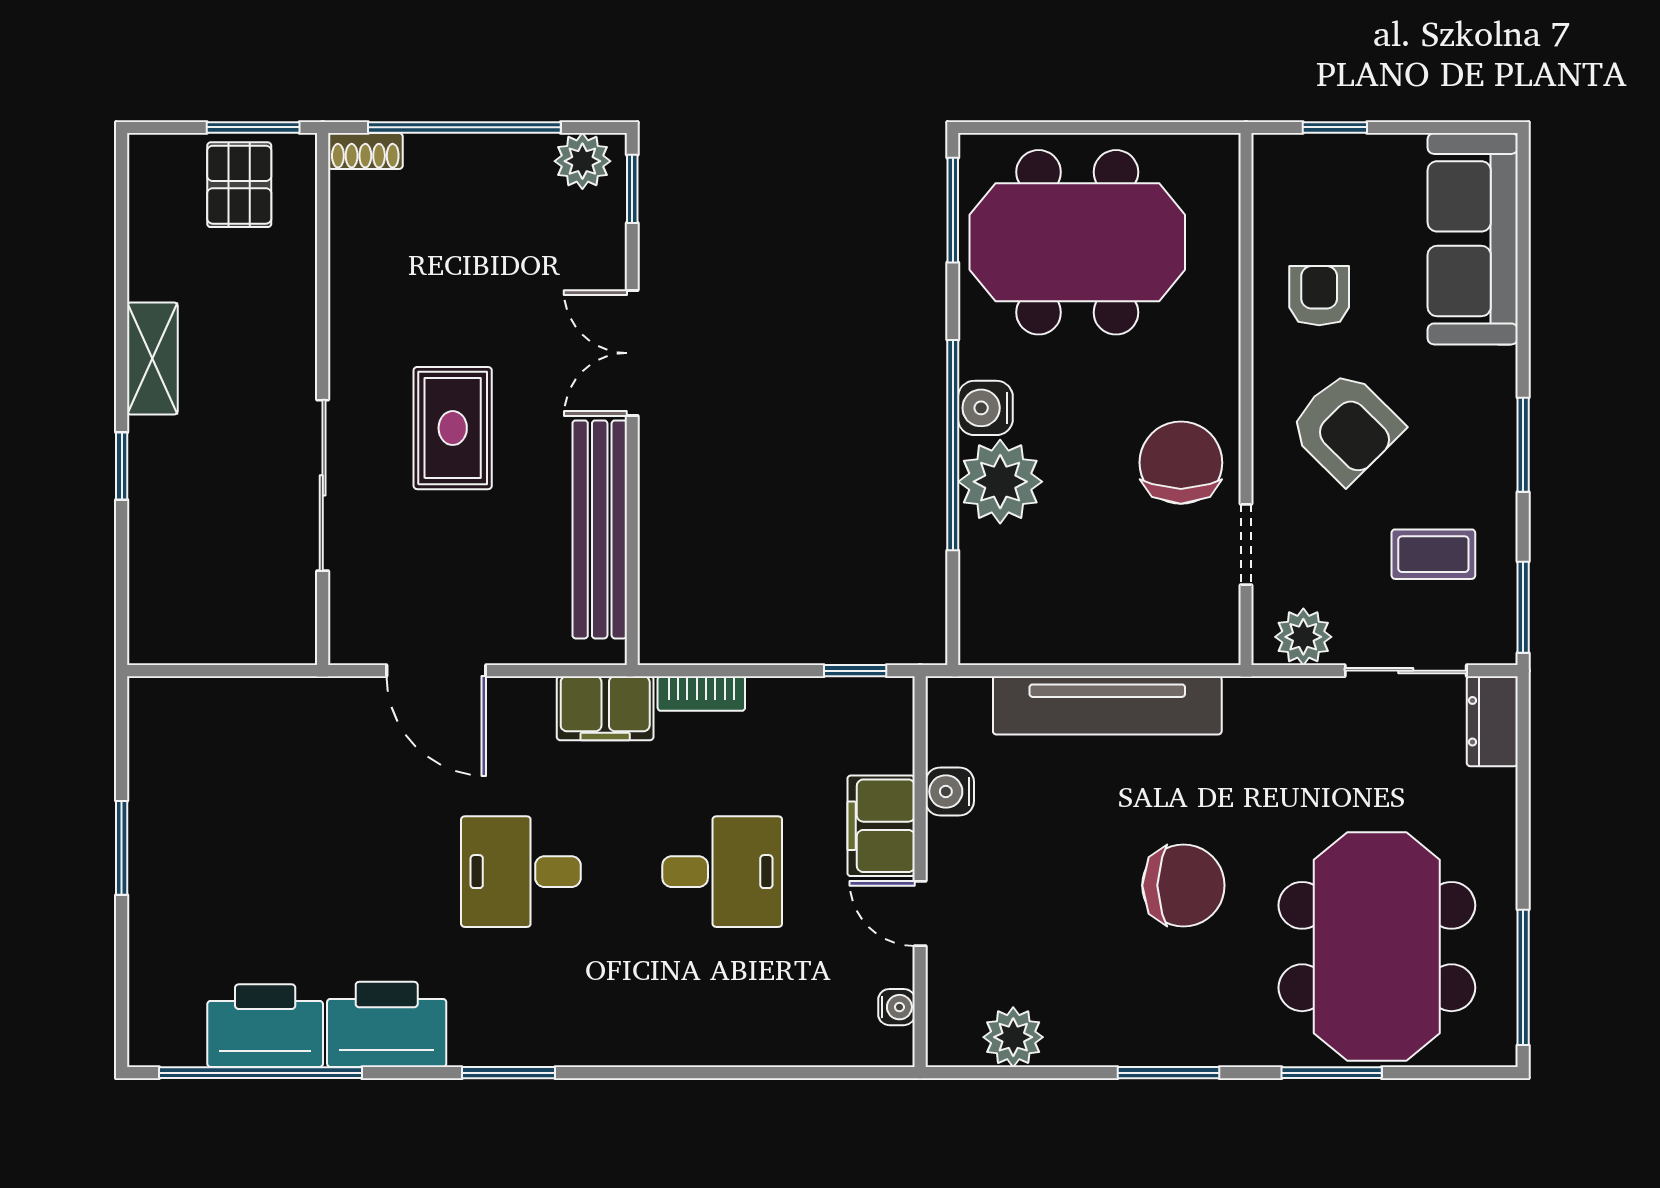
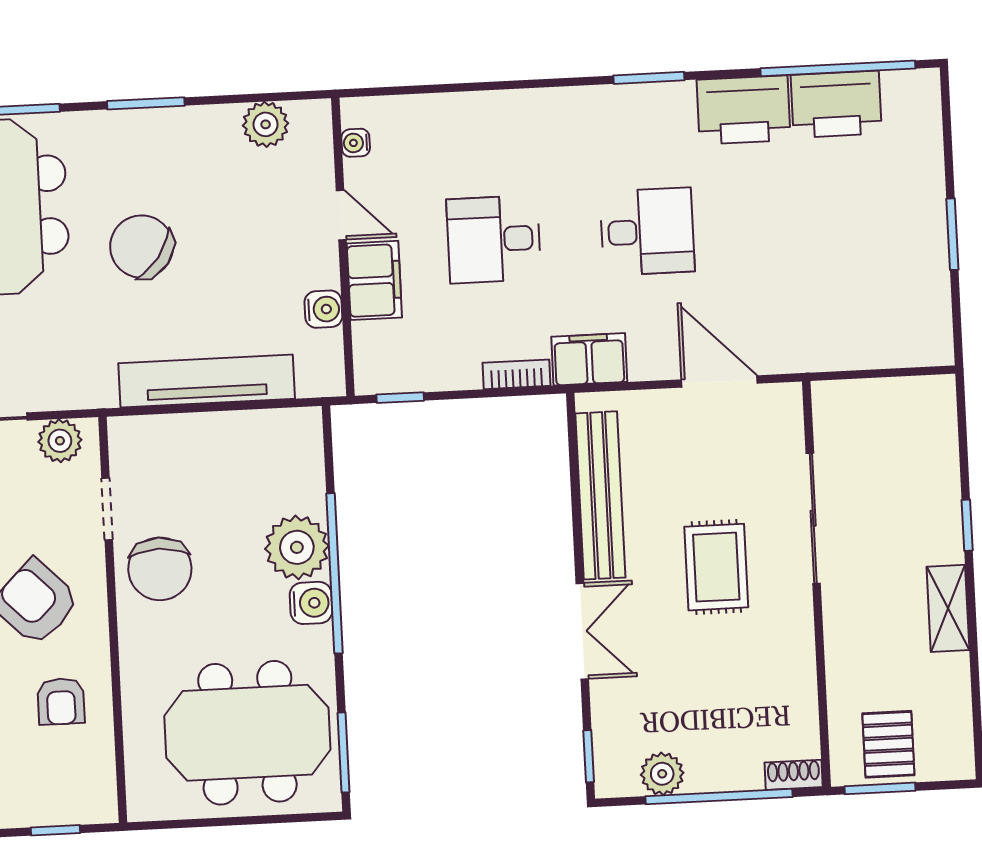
plant: (582, 161) -> (662, 774), moved
chair: (1183, 885) -> (142, 247), turned 36

